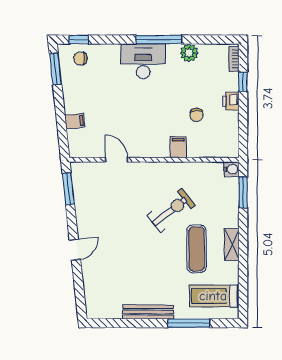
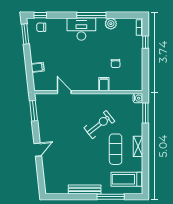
printer: (231, 101) -> (138, 55), removed

